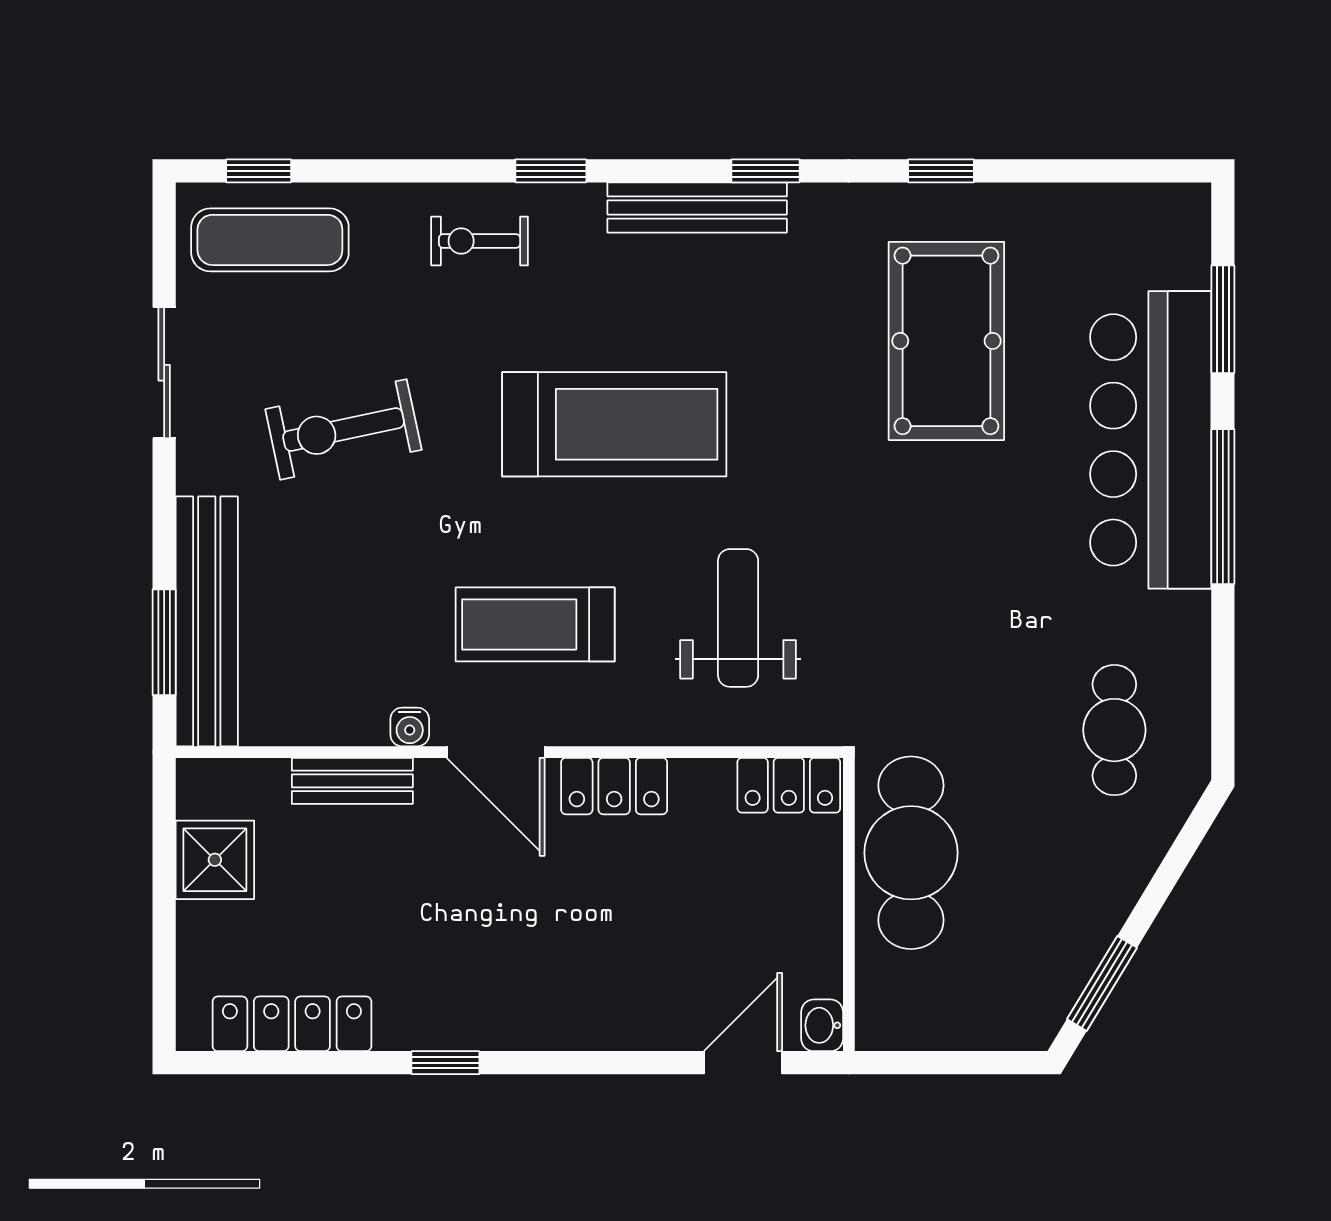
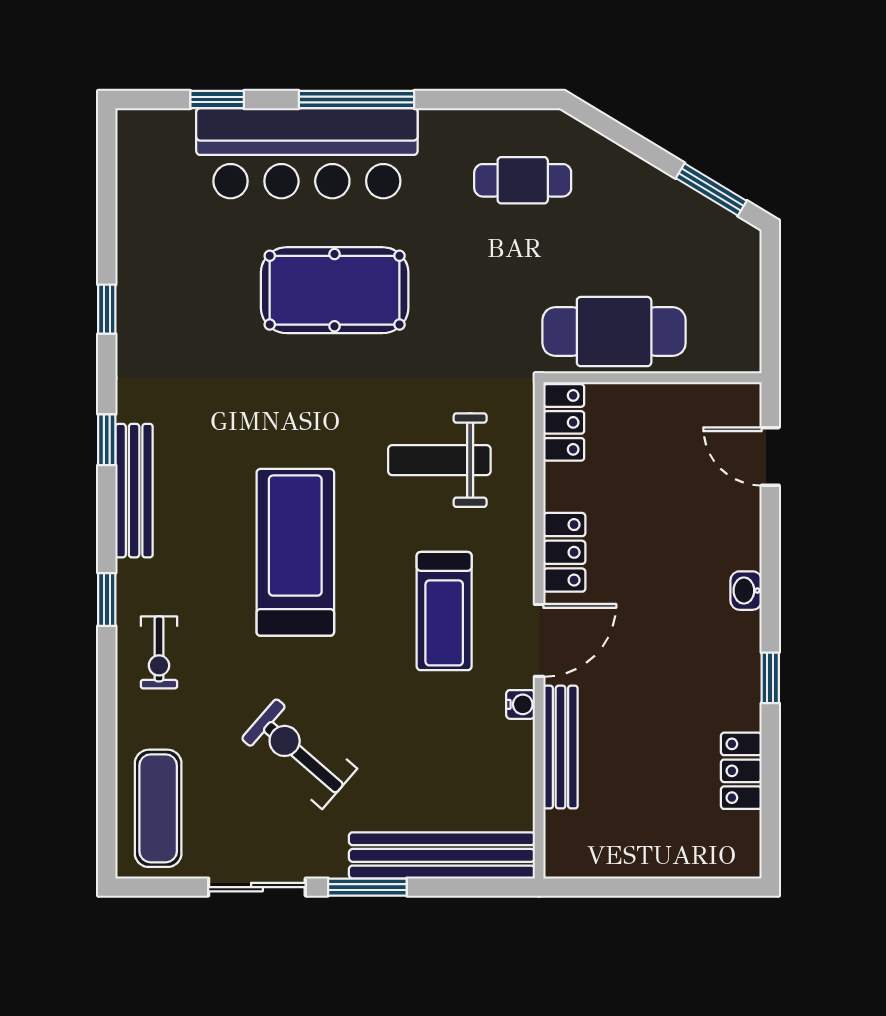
window: (259, 171) -> (107, 817), removed
window: (1223, 319) -> (217, 100), width x0.67
pool table: (946, 341) -> (335, 290), moved
exercise bike: (343, 429) -> (299, 754), turned 143
window: (164, 642) -> (367, 887), moved
bench: (352, 781) -> (561, 747), width x1.36
shower: (215, 860) -> (619, 849), removed
locker: (292, 1024) -> (741, 771), width x0.66
washbasin: (822, 1025) -> (746, 591), moved, turned 90

